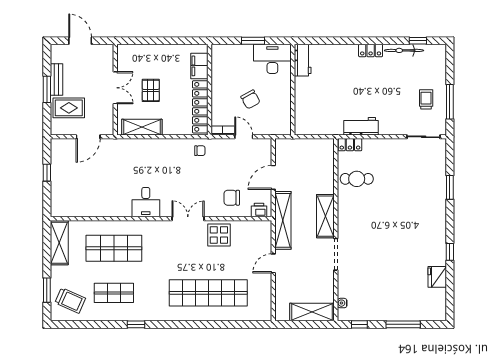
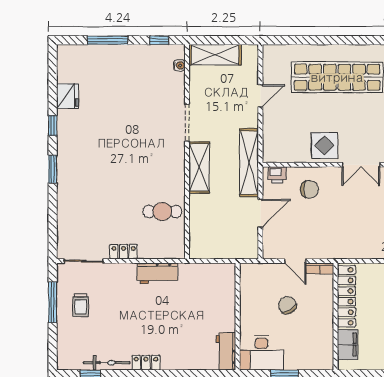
locker: (350, 145) -> (124, 252), moved
chair: (200, 151) -> (347, 245), removed
window: (450, 187) -> (53, 169), moved
door: (273, 263) -> (260, 96), moved

